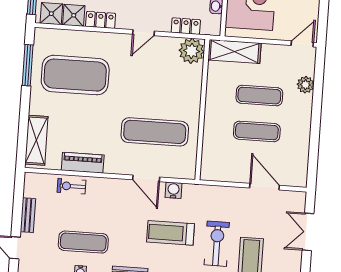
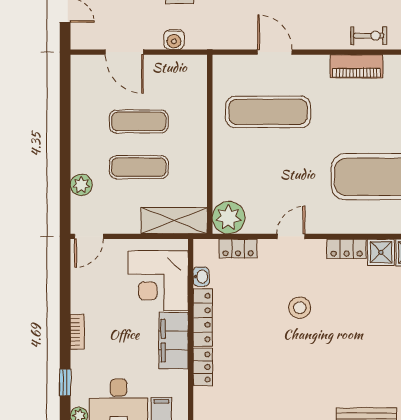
water cooler: (173, 190) -> (174, 40), moved

